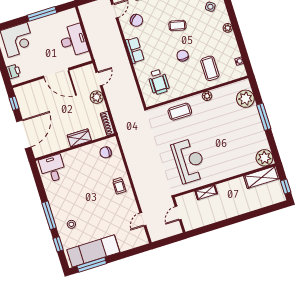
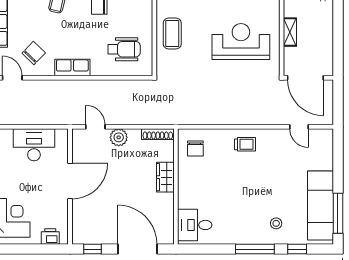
door: (178, 213) -> (305, 78), width x1.88

